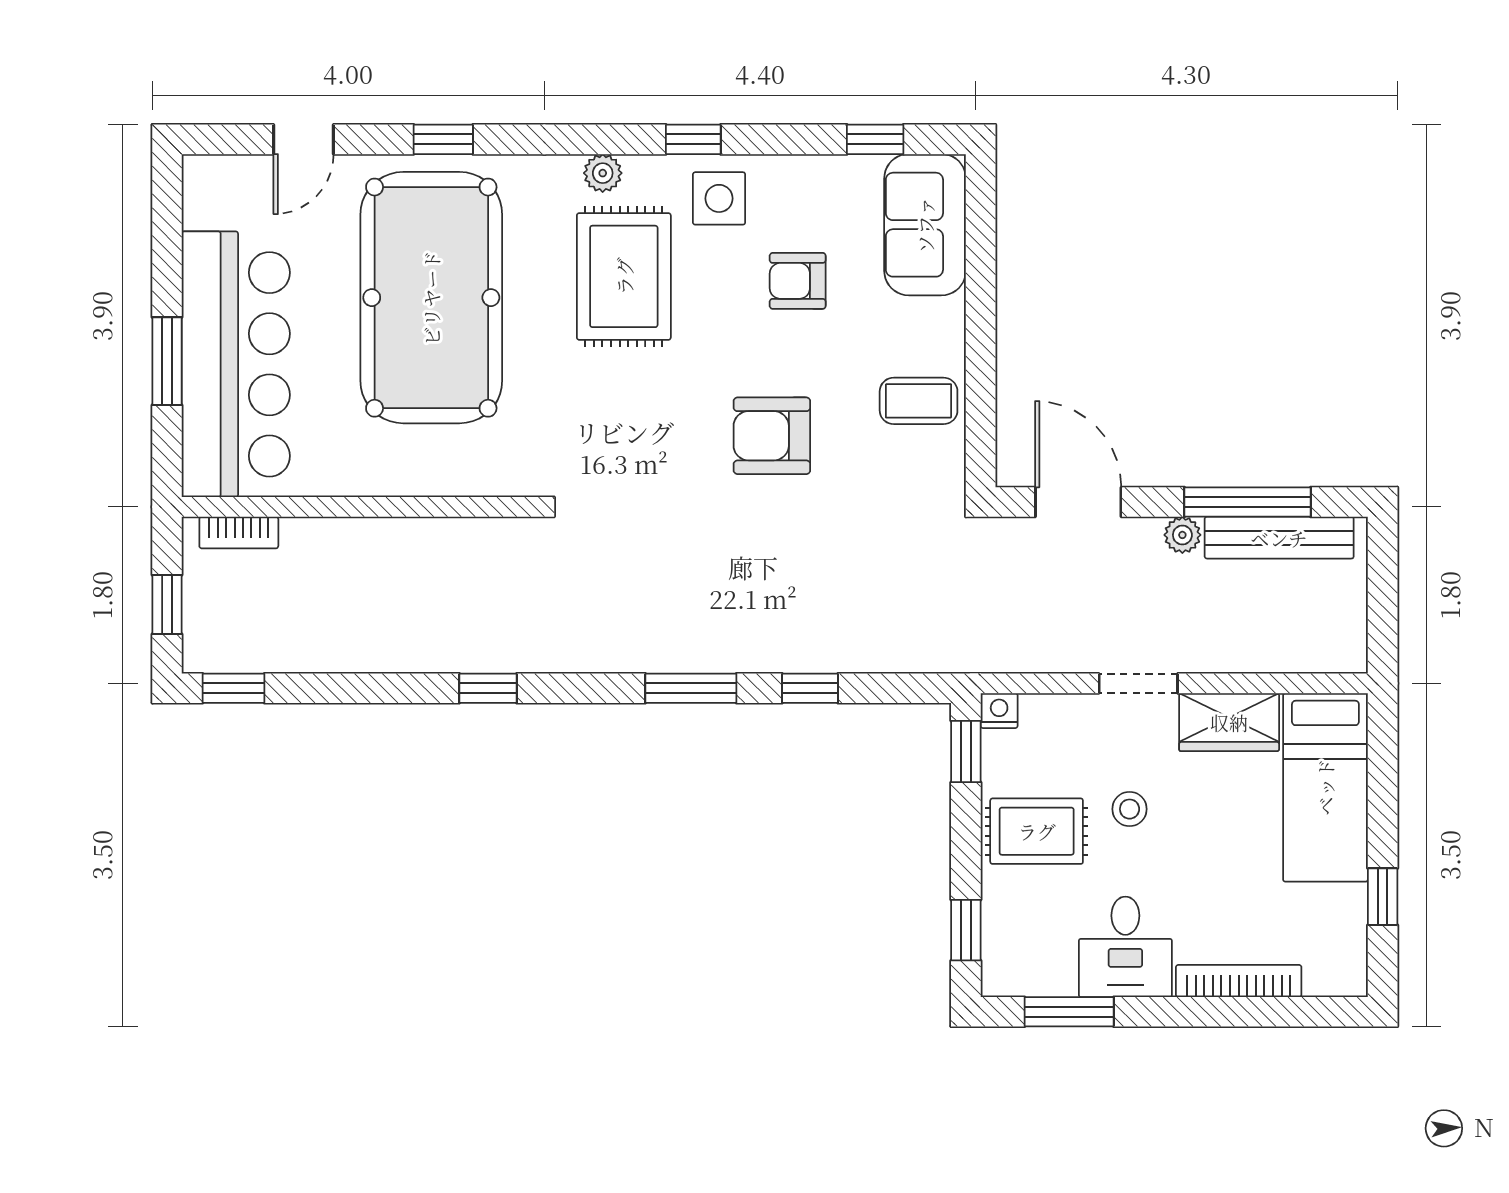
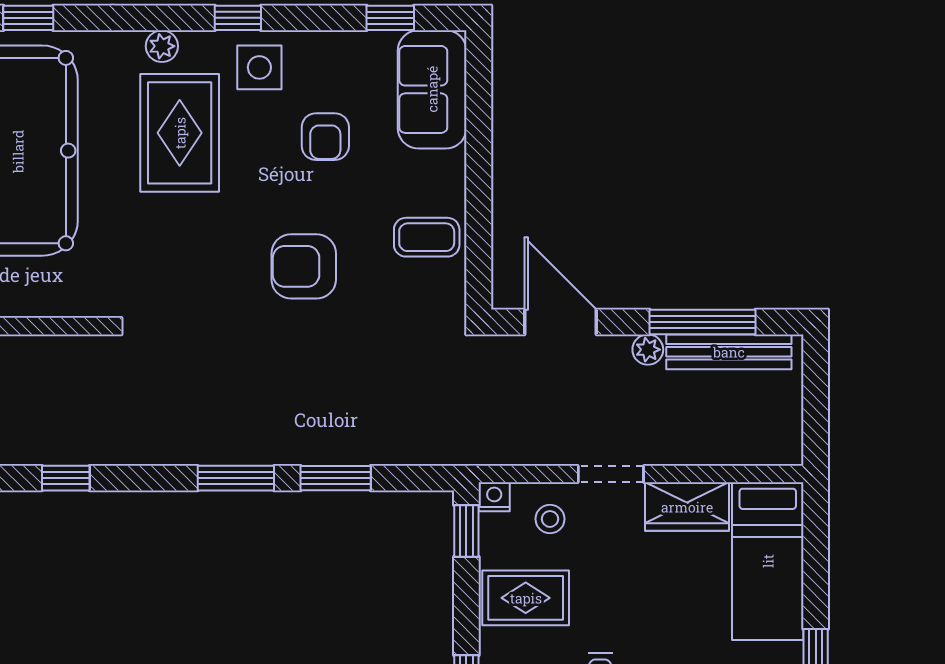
armchair: (798, 281) -> (325, 137), turned -90
window: (810, 688) -> (336, 478), width x1.50
stool: (1130, 809) -> (550, 519), moved

